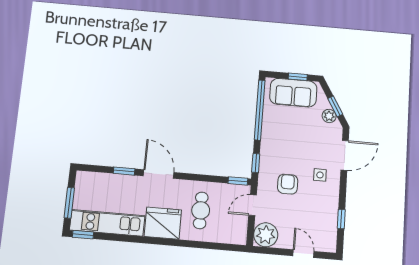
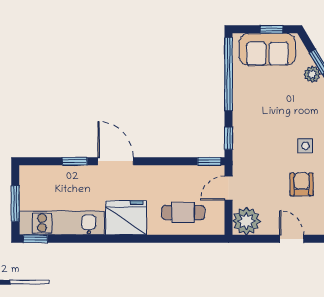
armchair: (288, 184) -> (302, 184), moved
cafe table: (201, 210) -> (183, 213), moved, turned 90

